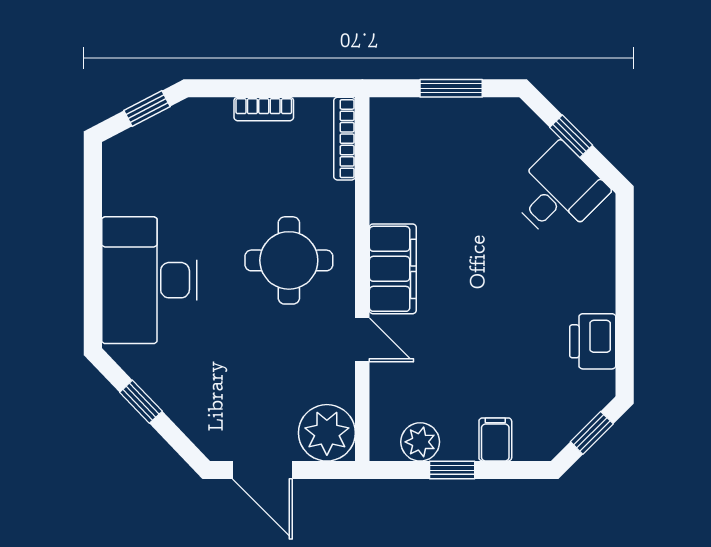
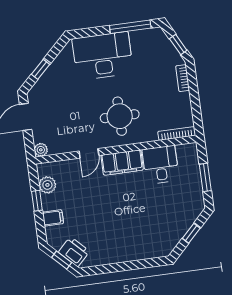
bookcase: (264, 109) -> (183, 78), moved
desk: (558, 193) -> (161, 165), moved, turned -135
window: (93, 210) -> (130, 27), added
printer: (593, 341) -> (74, 252), moved, turned 45
window: (141, 402) -> (40, 69), moved
plant: (327, 433) -> (41, 150), width x0.53, depth x0.53

